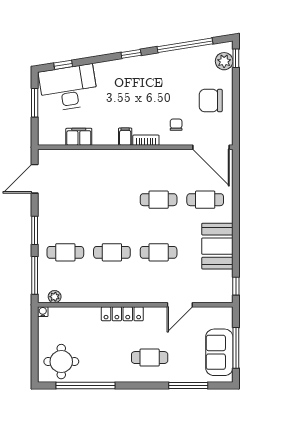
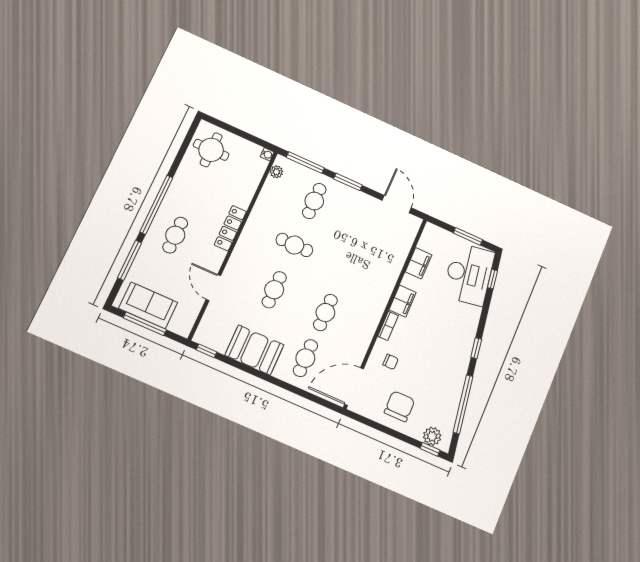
filing cabinet: (125, 137) -> (403, 301), width x2.00
cafe table: (112, 252) -> (294, 245), turned 90
window: (86, 386) -> (156, 205), moved

